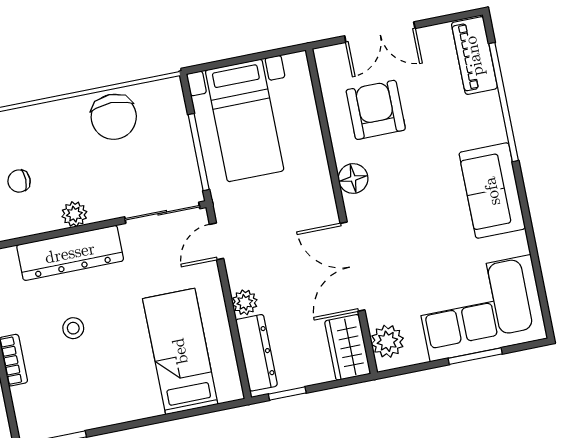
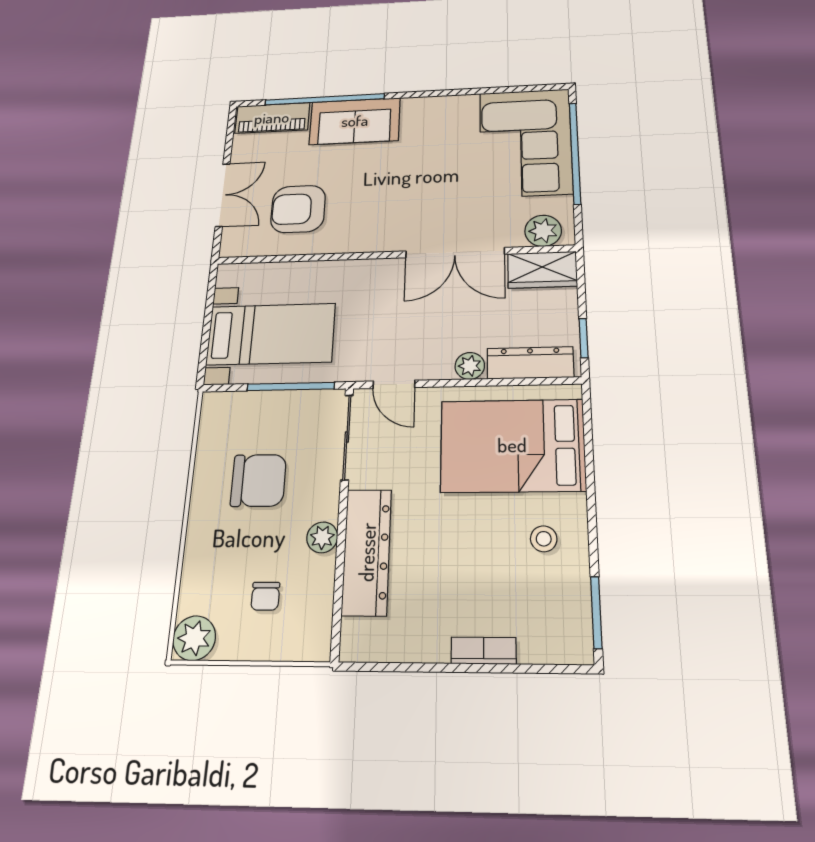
chair: (114, 117) -> (258, 480), moved
floor lamp: (353, 178) -> (362, 239), removed
sofa: (492, 191) -> (355, 121), moved
stool: (73, 328) -> (544, 539), moved
bed: (180, 351) -> (512, 445), width x1.50
window: (475, 356) -> (575, 153), width x2.11

